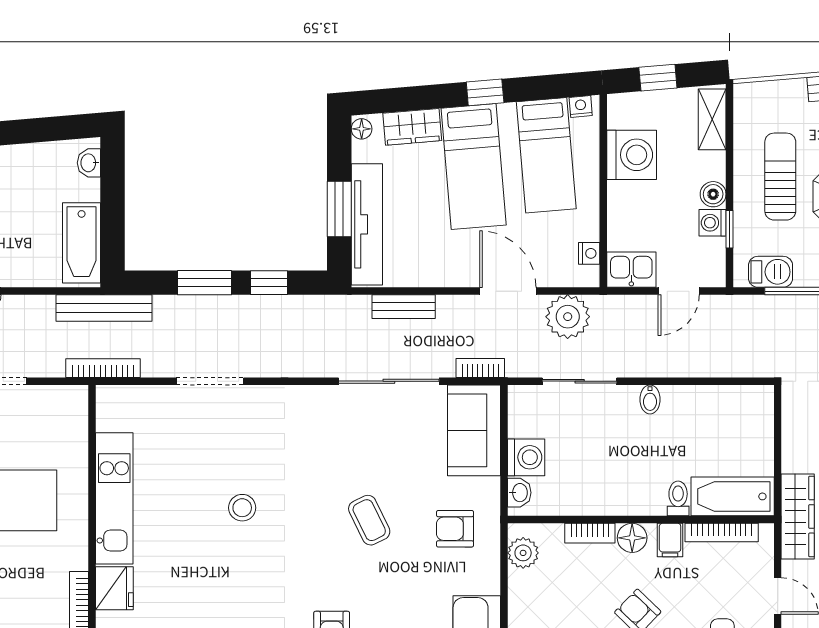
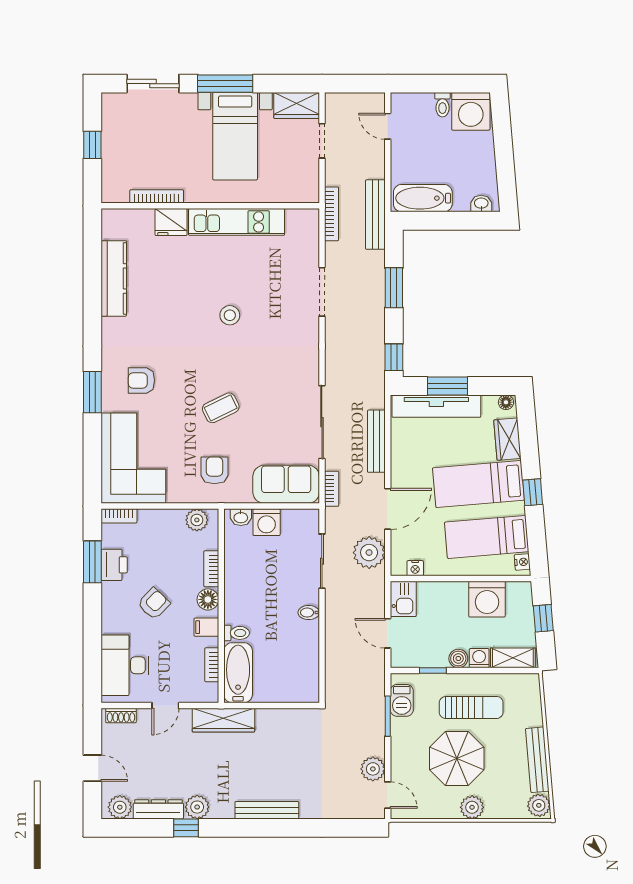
washing machine: (713, 223) -> (479, 658), moved
window: (269, 283) -> (394, 357), moved
bench: (404, 307) -> (376, 441), width x1.36
bookcase: (722, 533) -> (212, 665), width x0.64

